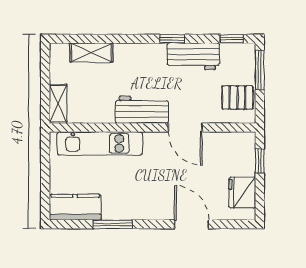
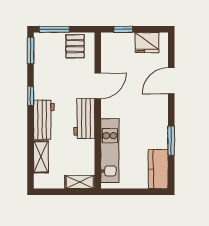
window: (232, 39) -> (31, 51), width x1.50
workbench: (193, 56) -> (44, 120), moved

